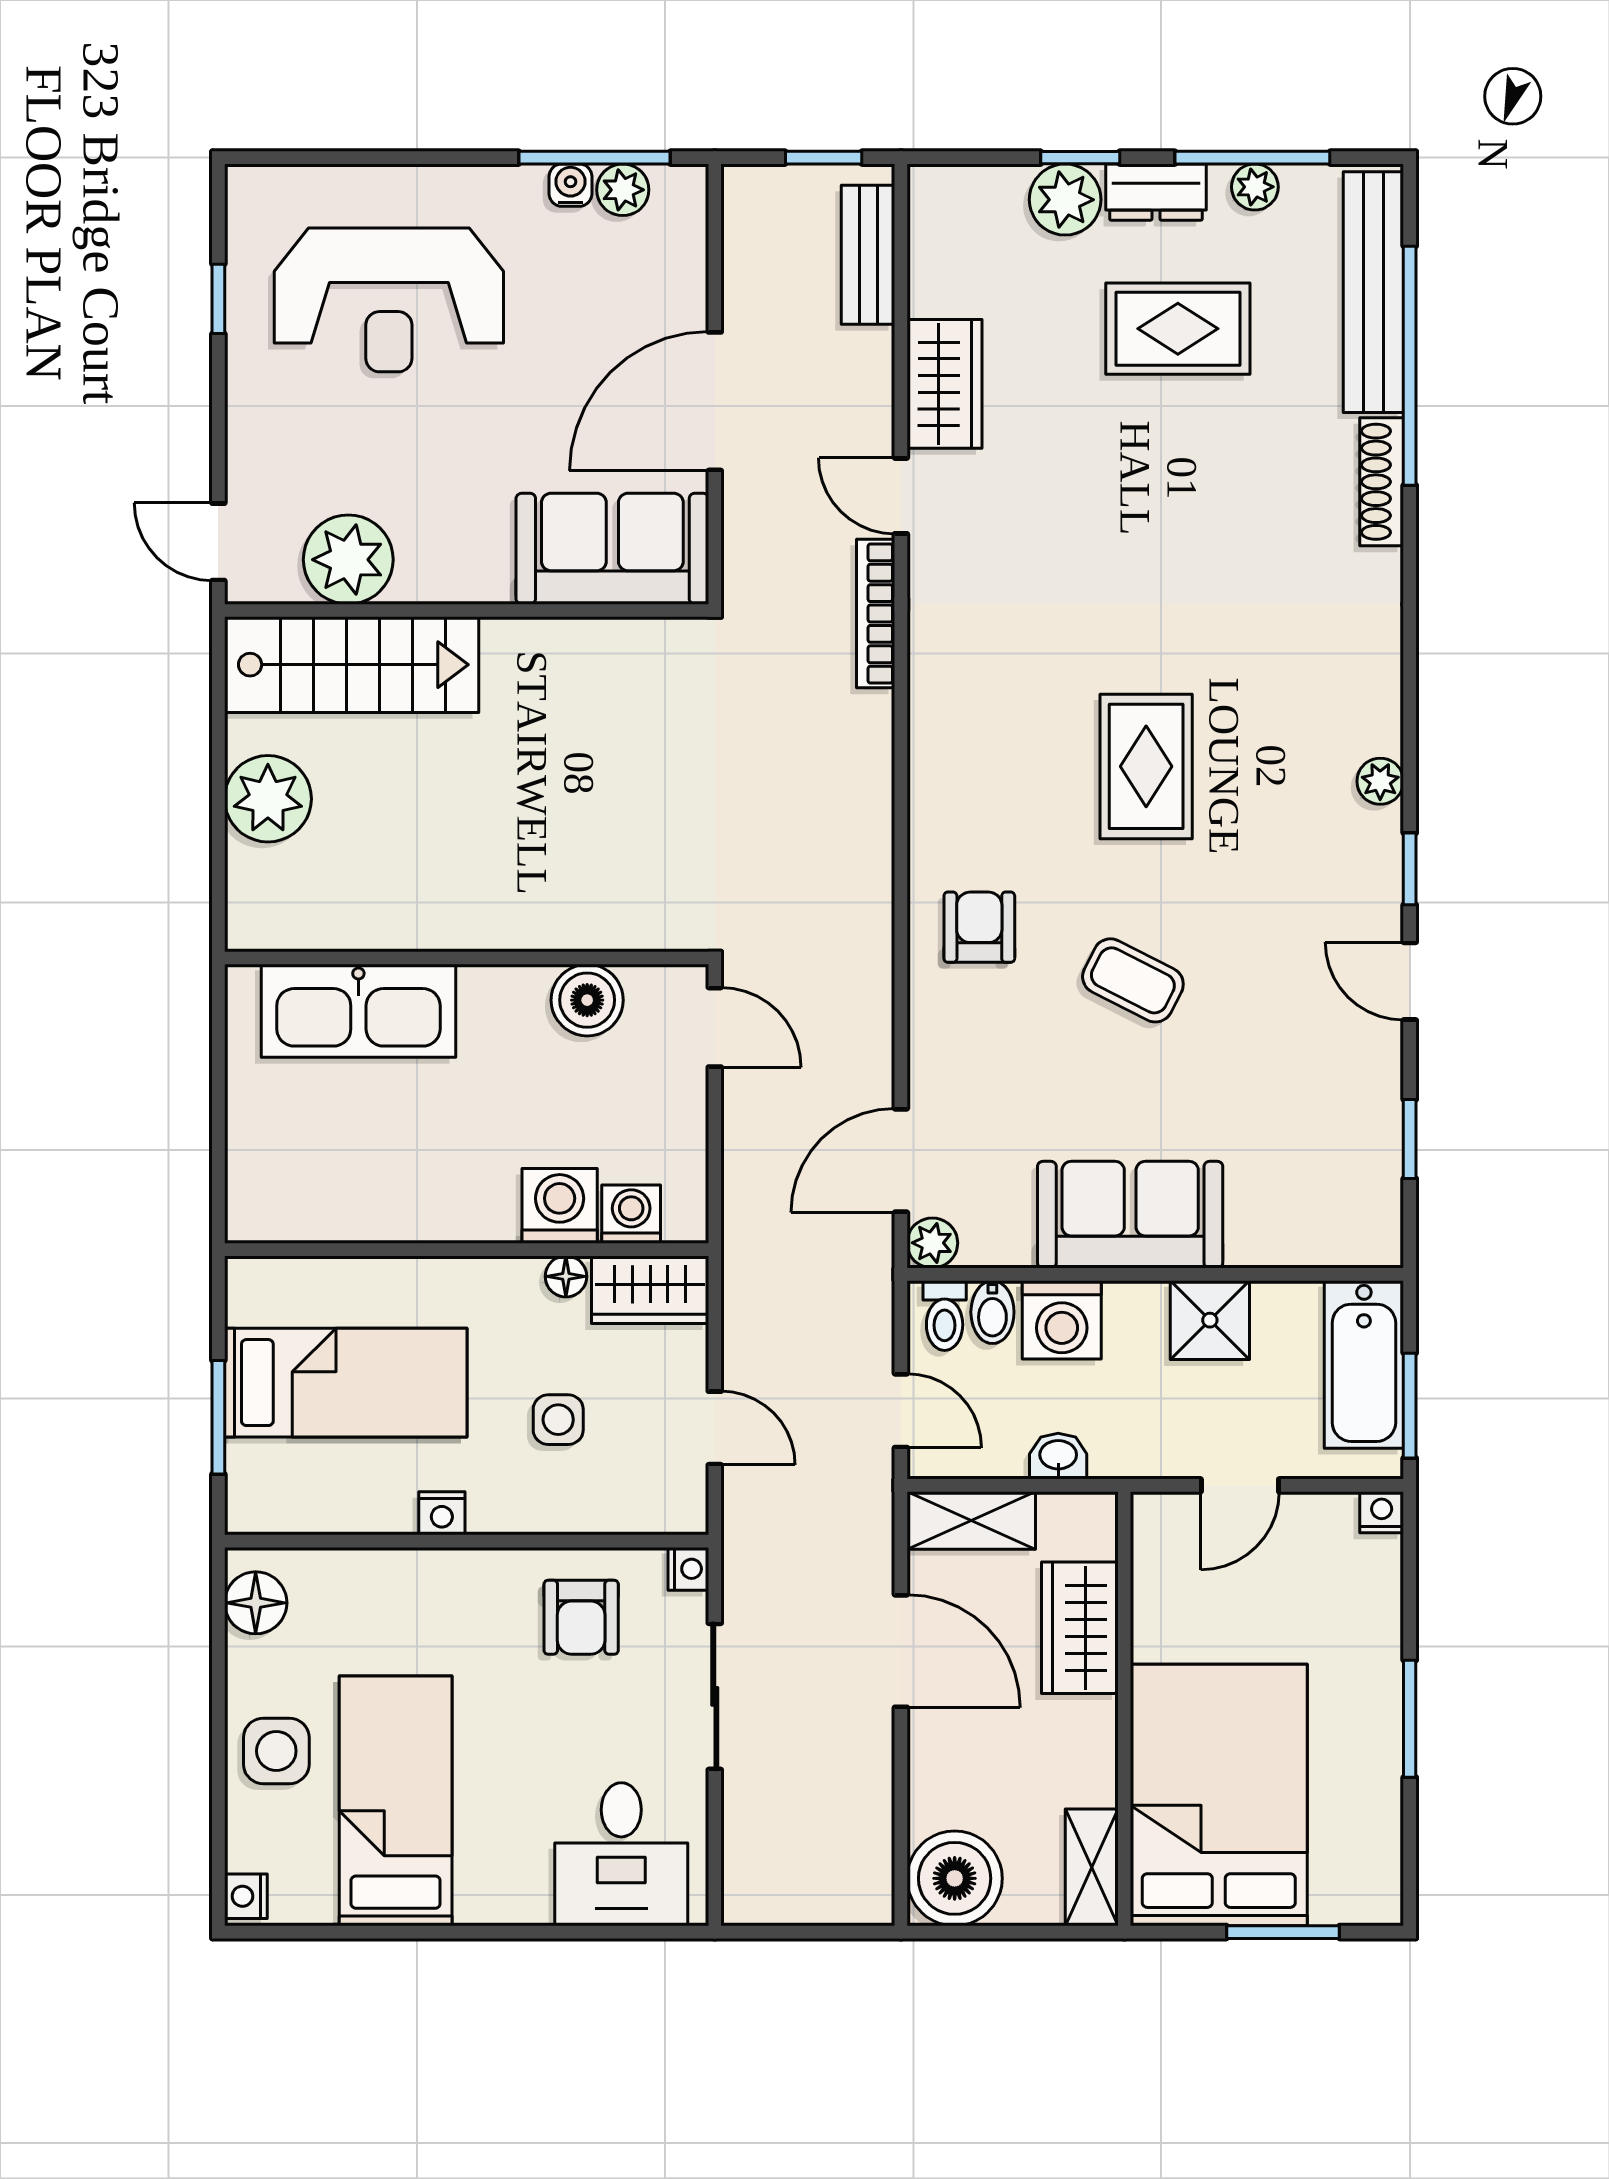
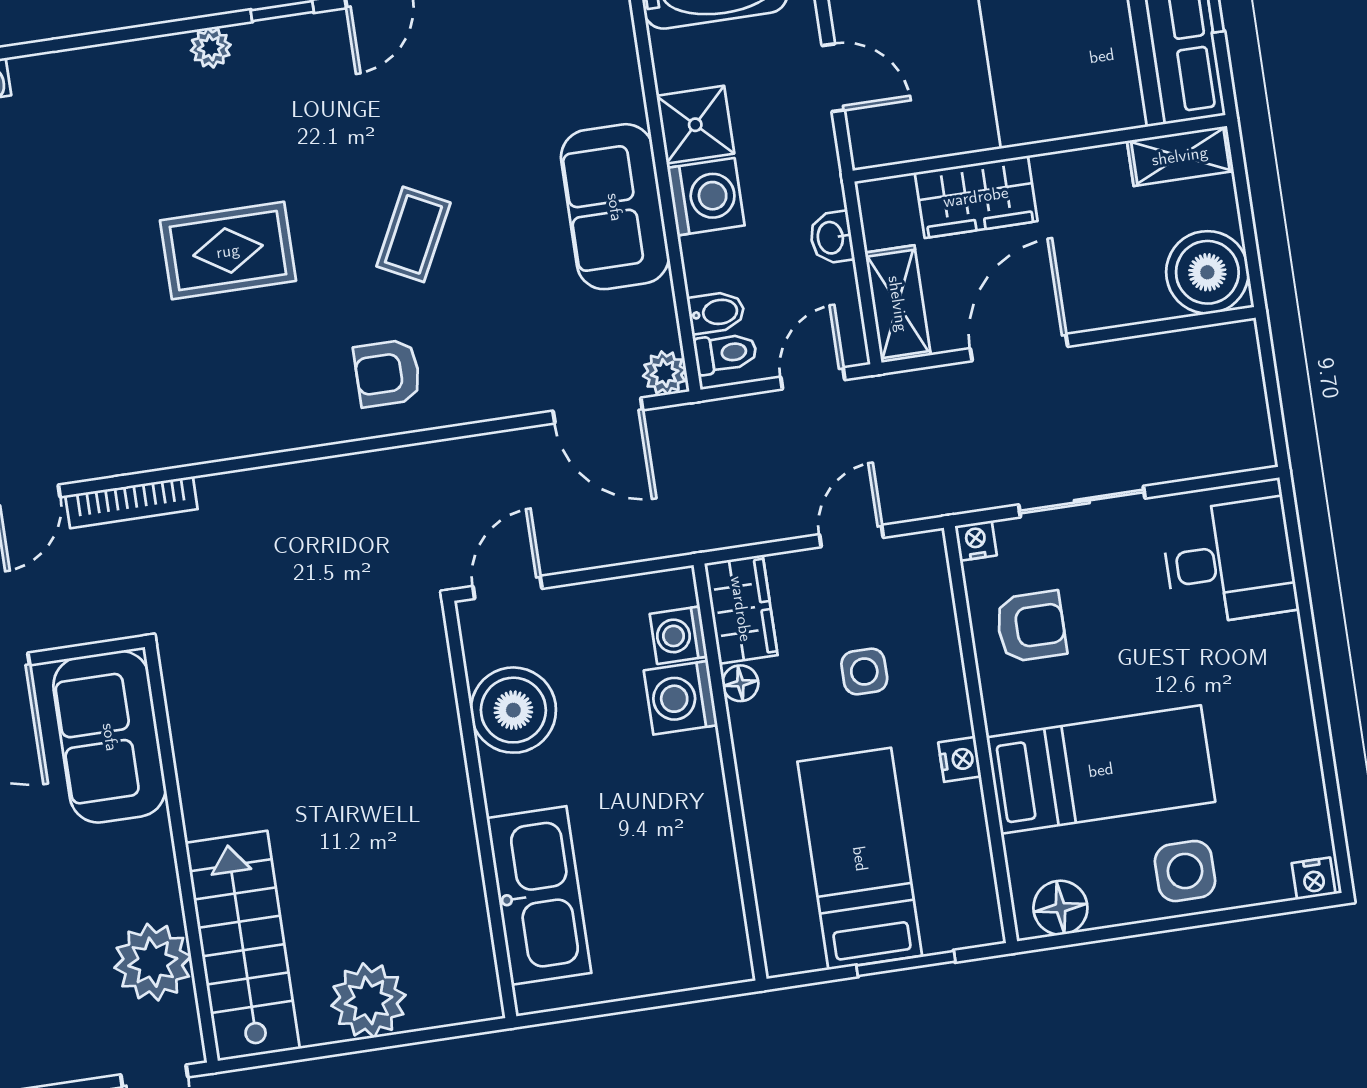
boiler: (587, 1000) -> (513, 710), width x1.37, depth x1.37
washing machine: (1062, 1320) -> (706, 197), moved
bed: (396, 1801) -> (1101, 770), moved, turned 180

